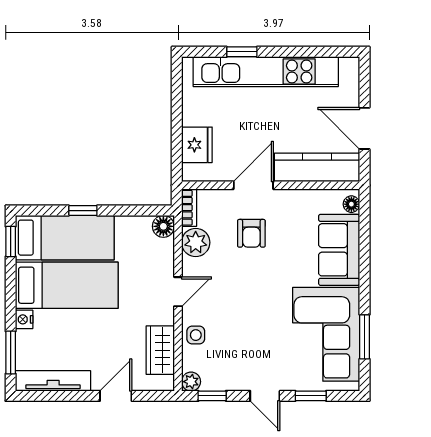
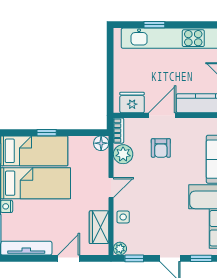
fridge: (197, 145) -> (132, 103), moved, turned -90

